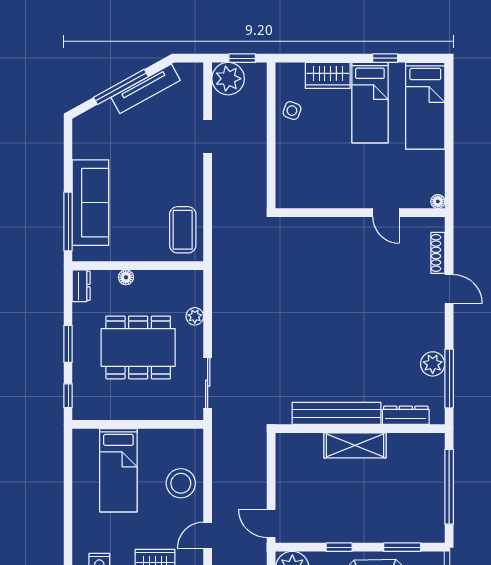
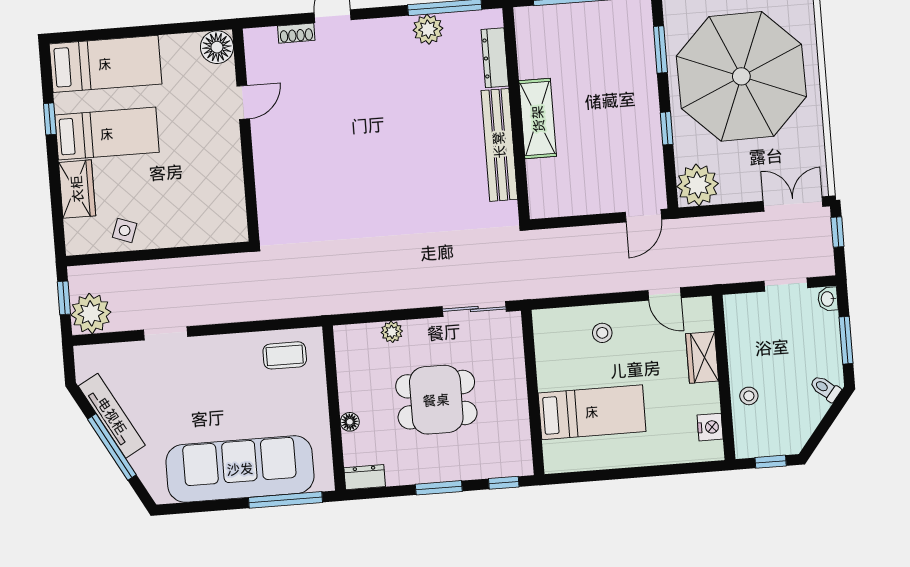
floor lamp: (438, 201) -> (217, 47), width x1.89, depth x1.89
sofa: (90, 203) -> (240, 469), width x1.36, depth x1.27
coffee table: (183, 230) -> (285, 355), width x0.73, depth x0.77
shoe rack: (438, 253) -> (296, 33), width x0.70
dining table: (138, 347) -> (436, 400), width x0.73
stool: (181, 483) -> (602, 333), width x0.53, depth x0.53

